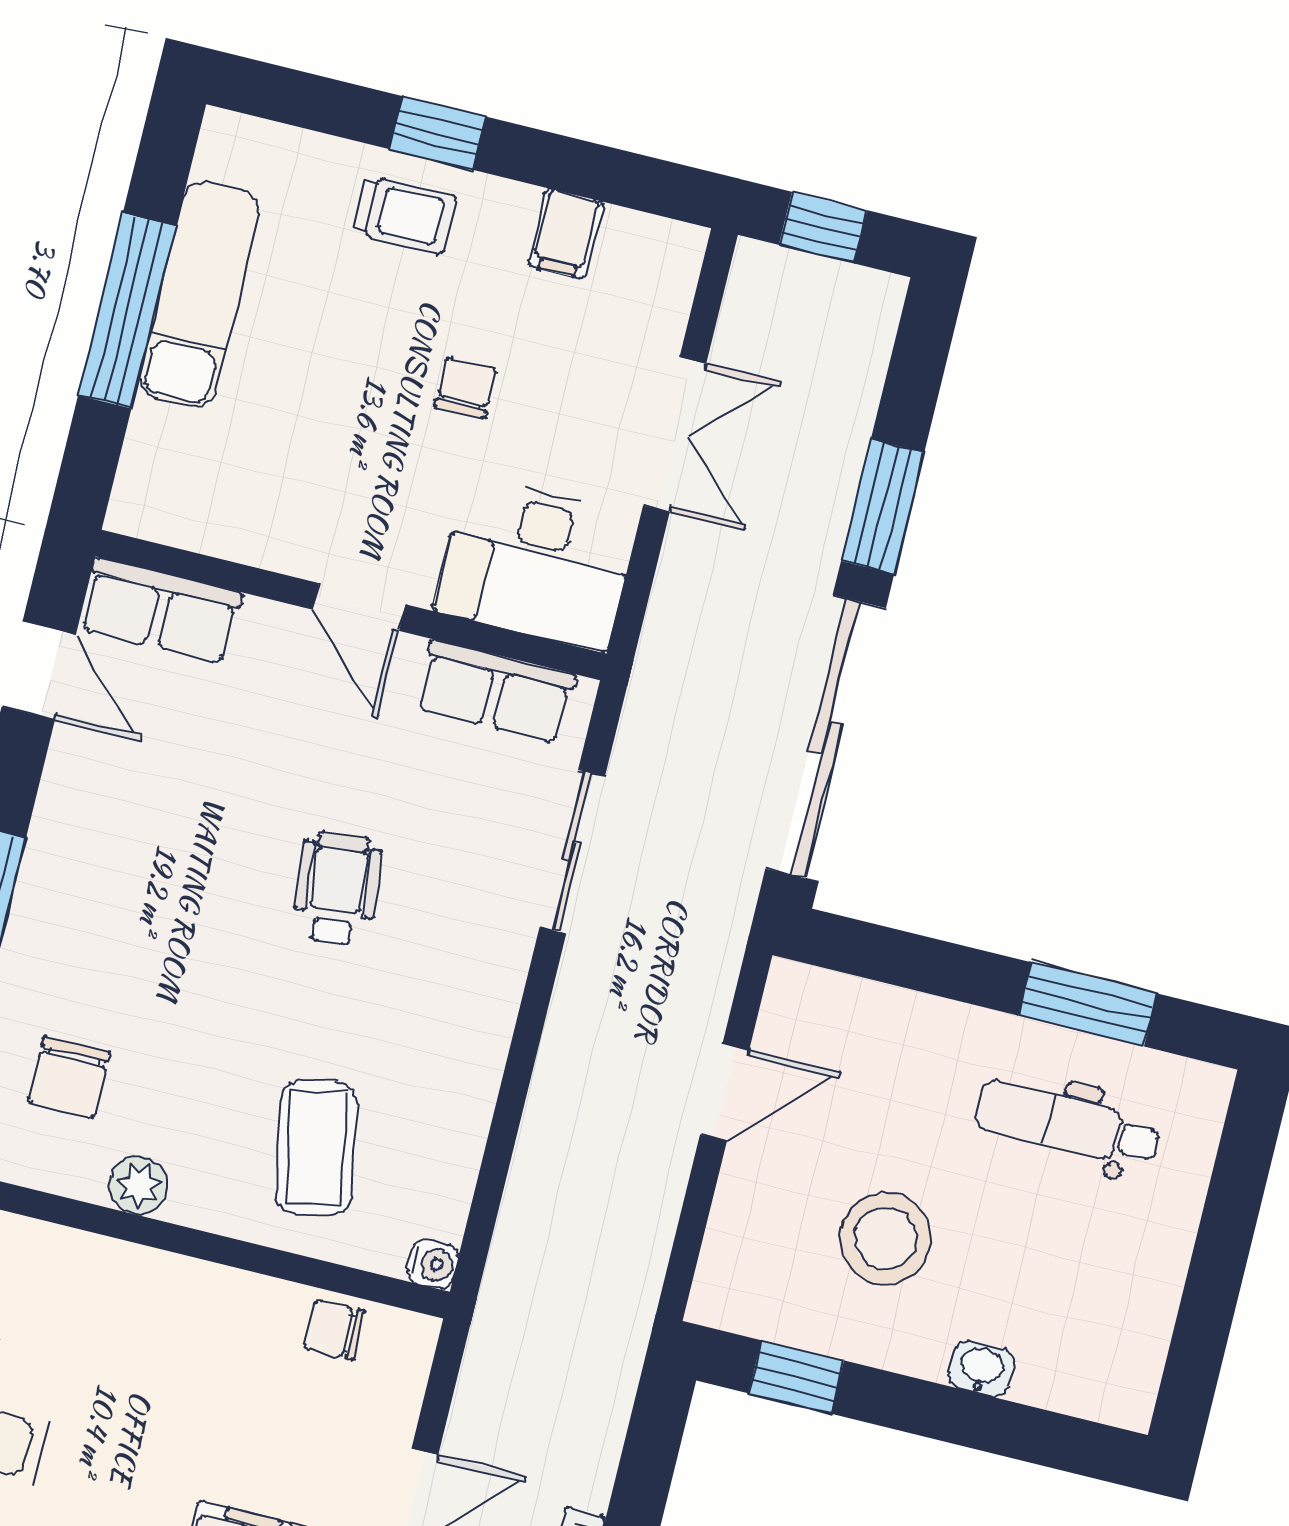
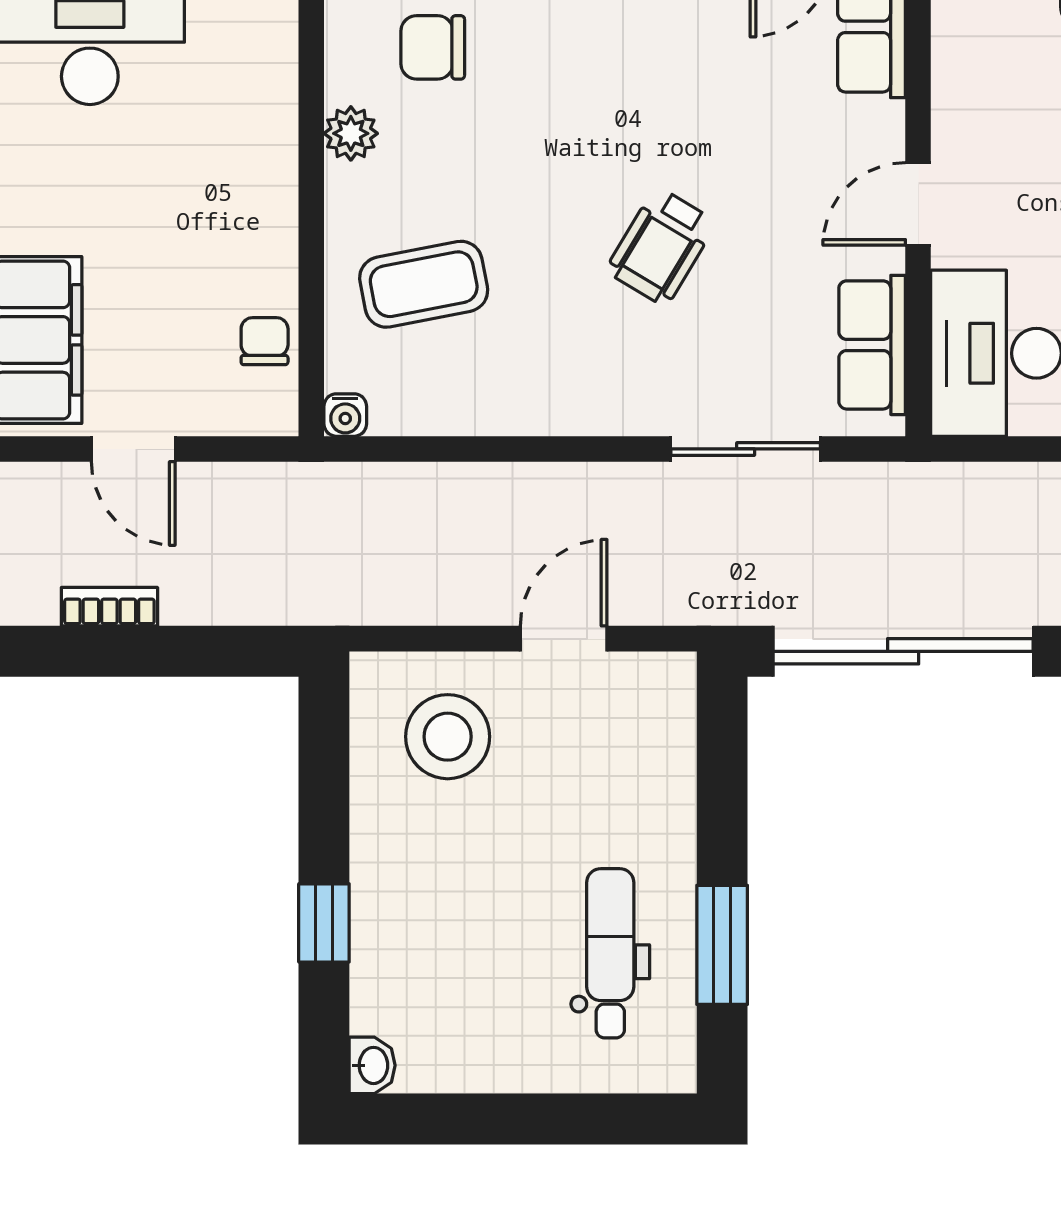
wheelchair: (337, 888) -> (661, 246), turned 127
door: (725, 1092) -> (564, 639), swing flipped
stool: (885, 1238) -> (448, 737), moved
washbasin: (981, 1369) -> (372, 1065), moved
window: (796, 1377) -> (324, 923), moved

